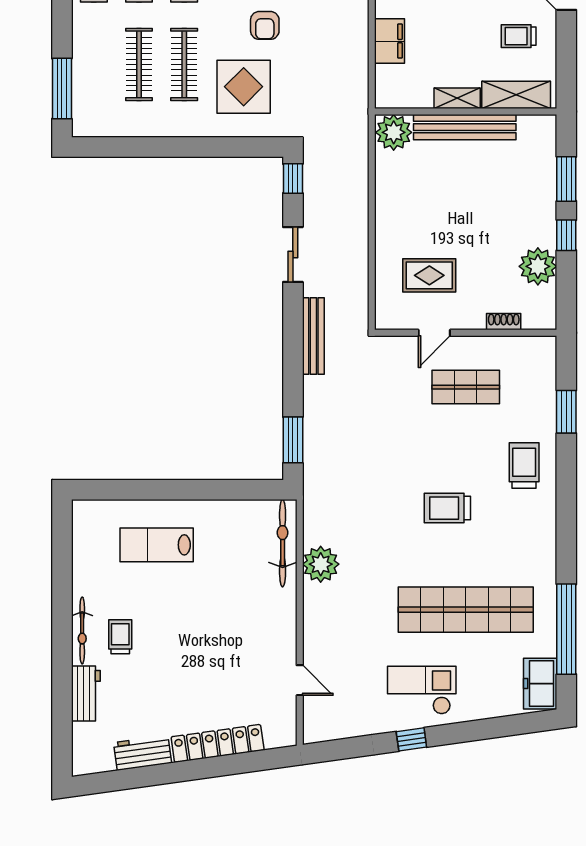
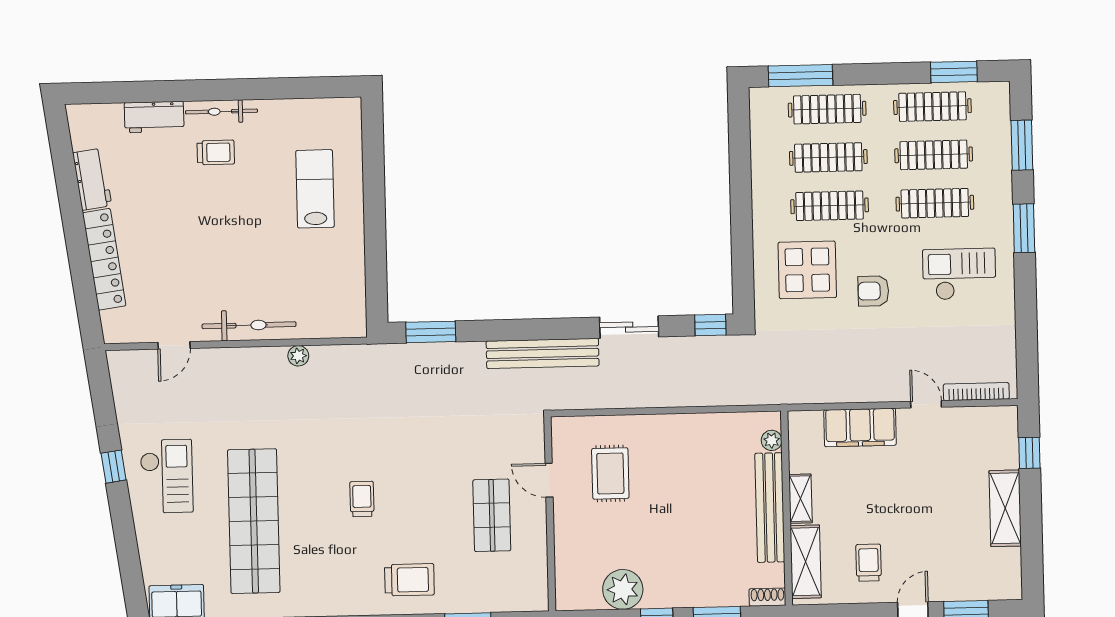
filing cabinet: (390, 41) -> (860, 428), width x1.50, depth x1.17
clothes rail: (94, 64) -> (827, 109), added
plant: (394, 132) -> (772, 440), width x0.53, depth x0.53
shoe rack: (504, 322) -> (767, 597), moved, turned -90
bench: (313, 336) -> (543, 353), width x1.37, depth x1.21
trolley: (447, 508) -> (362, 499), width x0.73, depth x0.72
bicycle: (283, 543) -> (249, 325), moved
plant: (321, 564) -> (298, 356), width x0.53, depth x0.53

